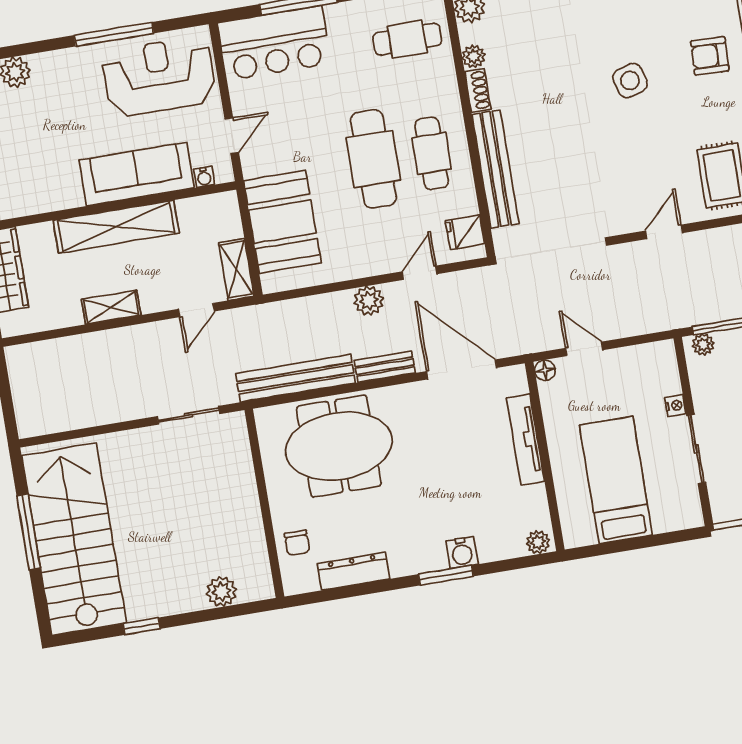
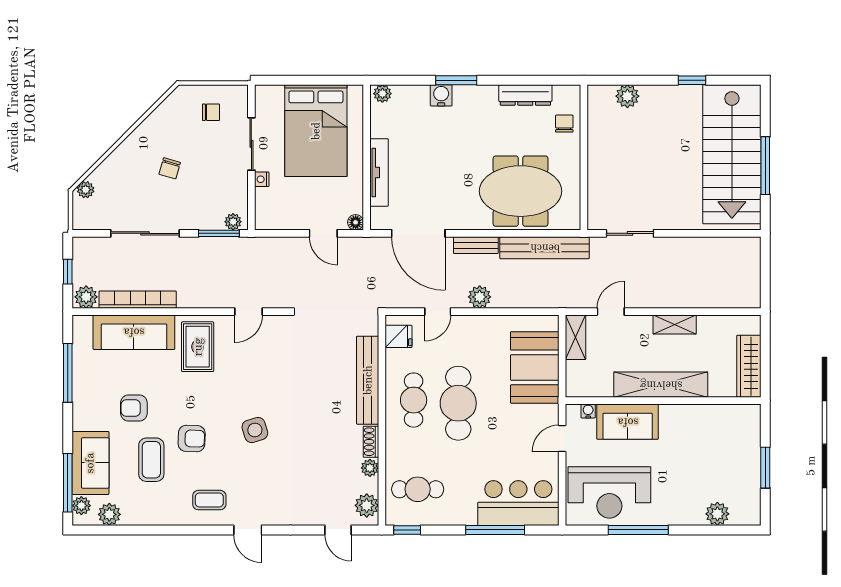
sofa: (137, 174) -> (628, 422), width x0.73
bed: (616, 480) -> (316, 131), width x1.50

